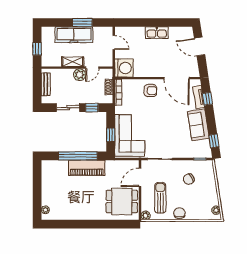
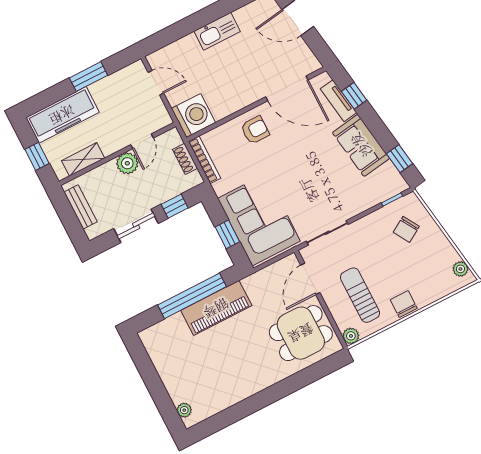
freezer: (74, 35) -> (62, 115), moved
shelving: (73, 62) -> (83, 159), moved
chair: (189, 179) -> (406, 229), moved

